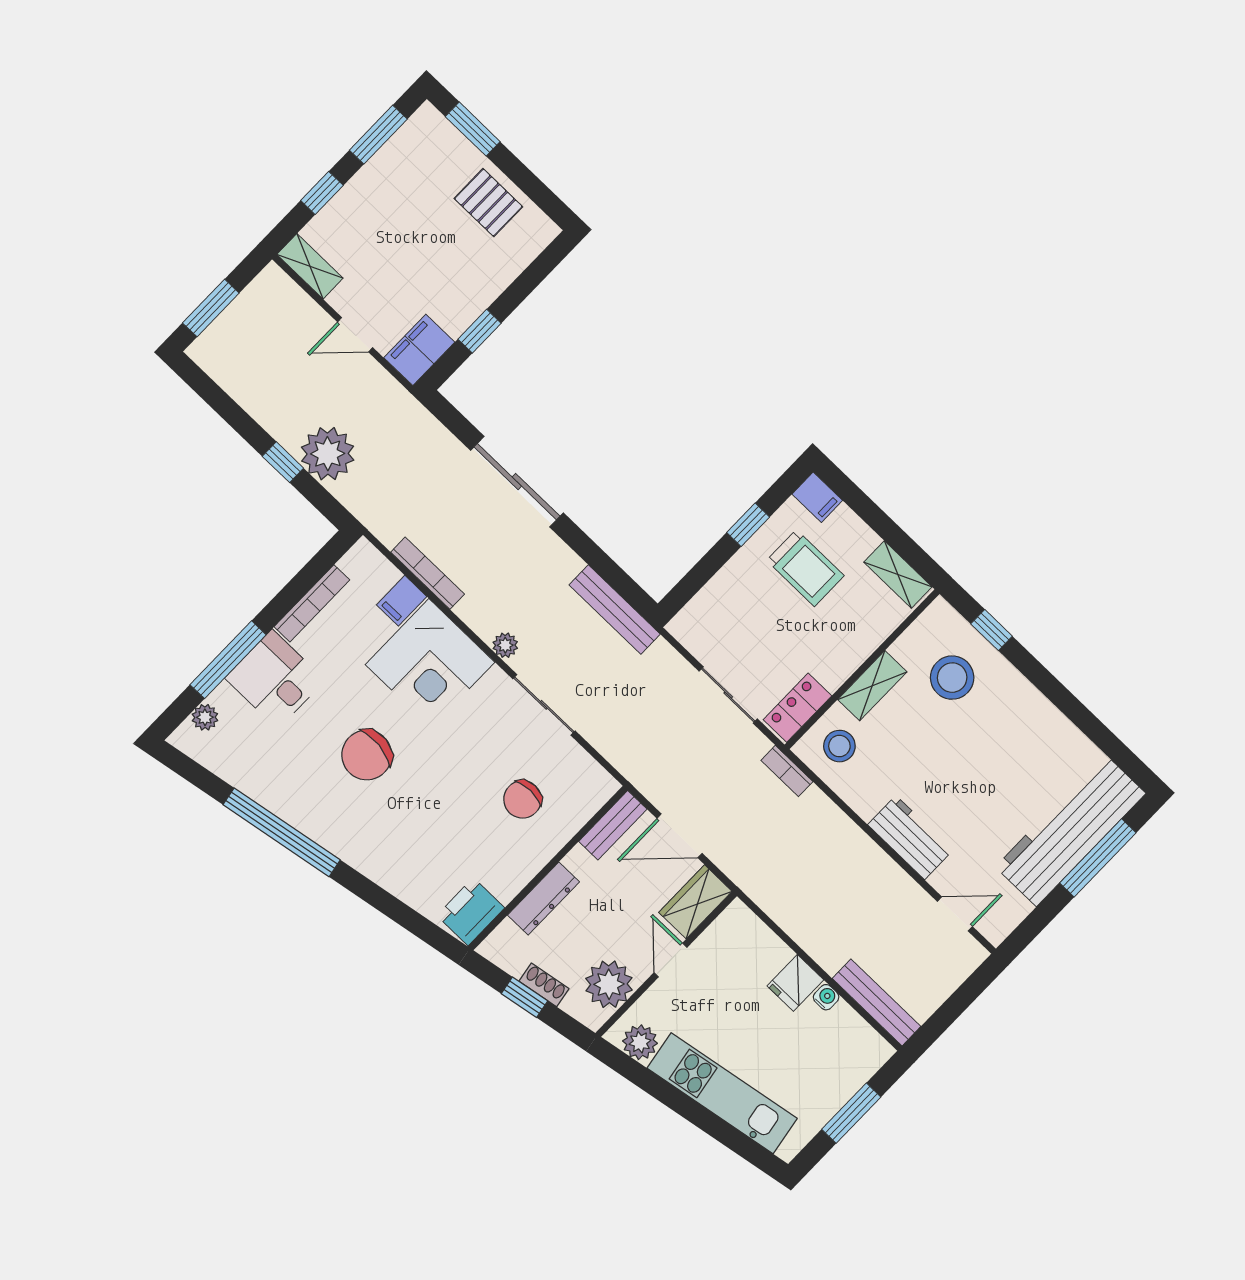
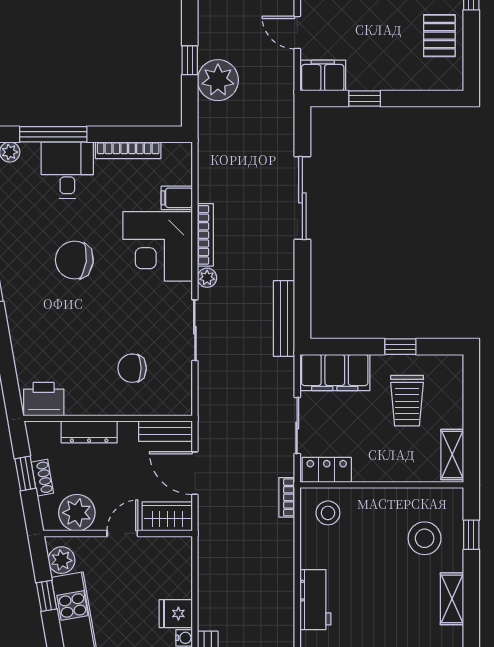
filing cabinet: (817, 497) -> (335, 372), moved, width x3.00, depth x1.17
bookcase: (428, 573) -> (205, 235), moved
shelving: (872, 686) -> (452, 599), moved, turned 90
window: (660, 1089) -> (47, 596), added

